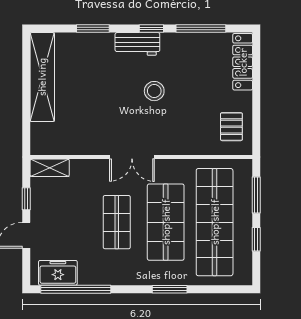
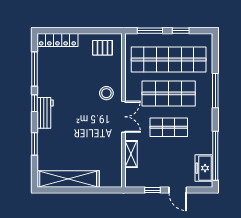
stool: (154, 91) -> (106, 93), moved
shelving: (50, 168) -> (131, 154), moved
window: (170, 289) -> (215, 91), width x1.44

